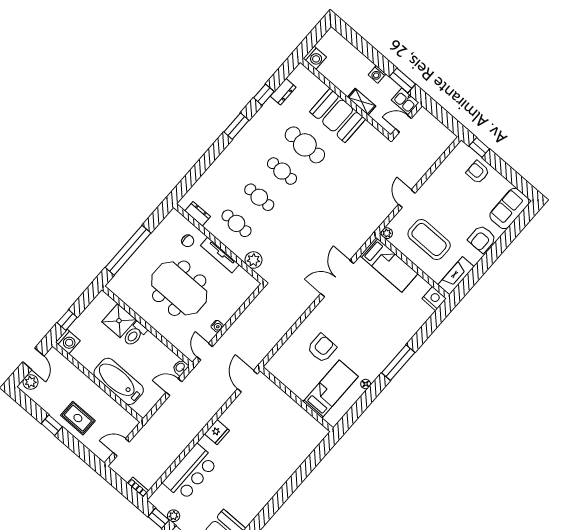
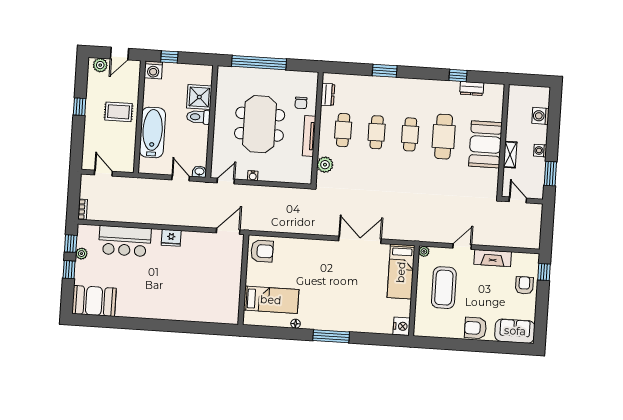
washing machine: (315, 58) -> (540, 116), moved, turned 90
kitchen sink: (405, 101) -> (536, 188), removed
window: (236, 126) -> (385, 71), moved
fireplace: (456, 276) -> (493, 258), moved, turned 180
armchair: (322, 348) -> (262, 251), moved
rug: (78, 418) -> (119, 112), moved, turned 90

